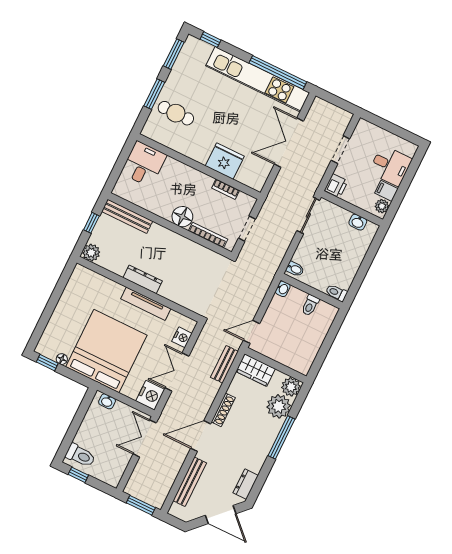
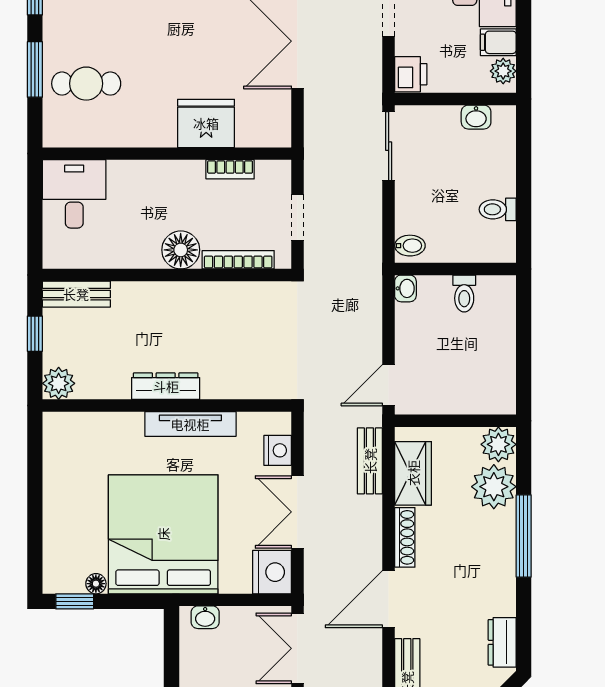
bench: (127, 216) -> (76, 294), width x0.73
toilet: (336, 293) -> (498, 209), moved
wardrobe: (256, 370) -> (413, 473), moved, turned -90

